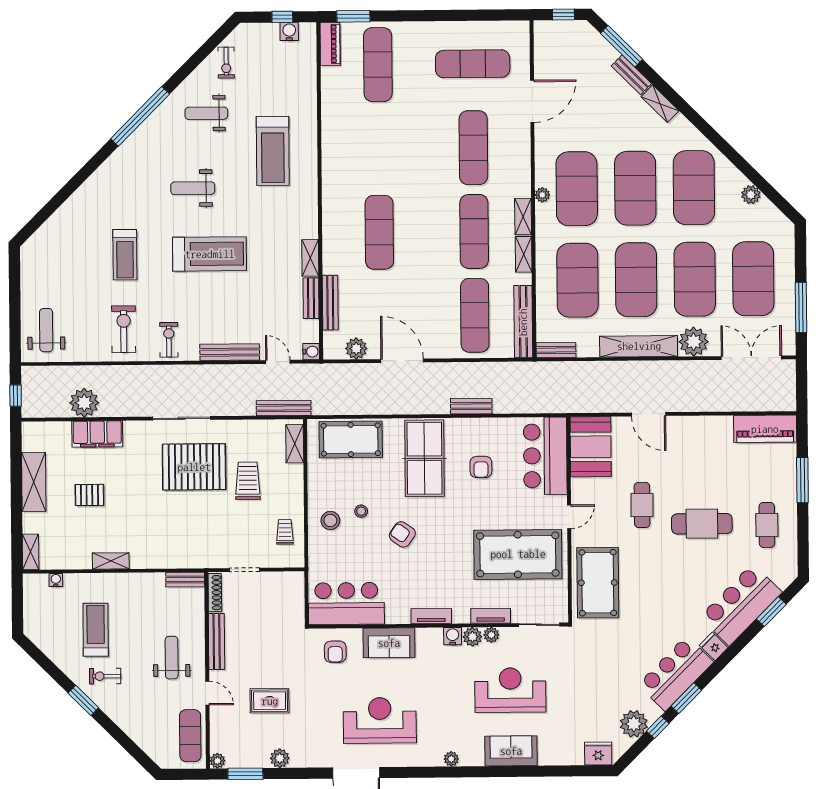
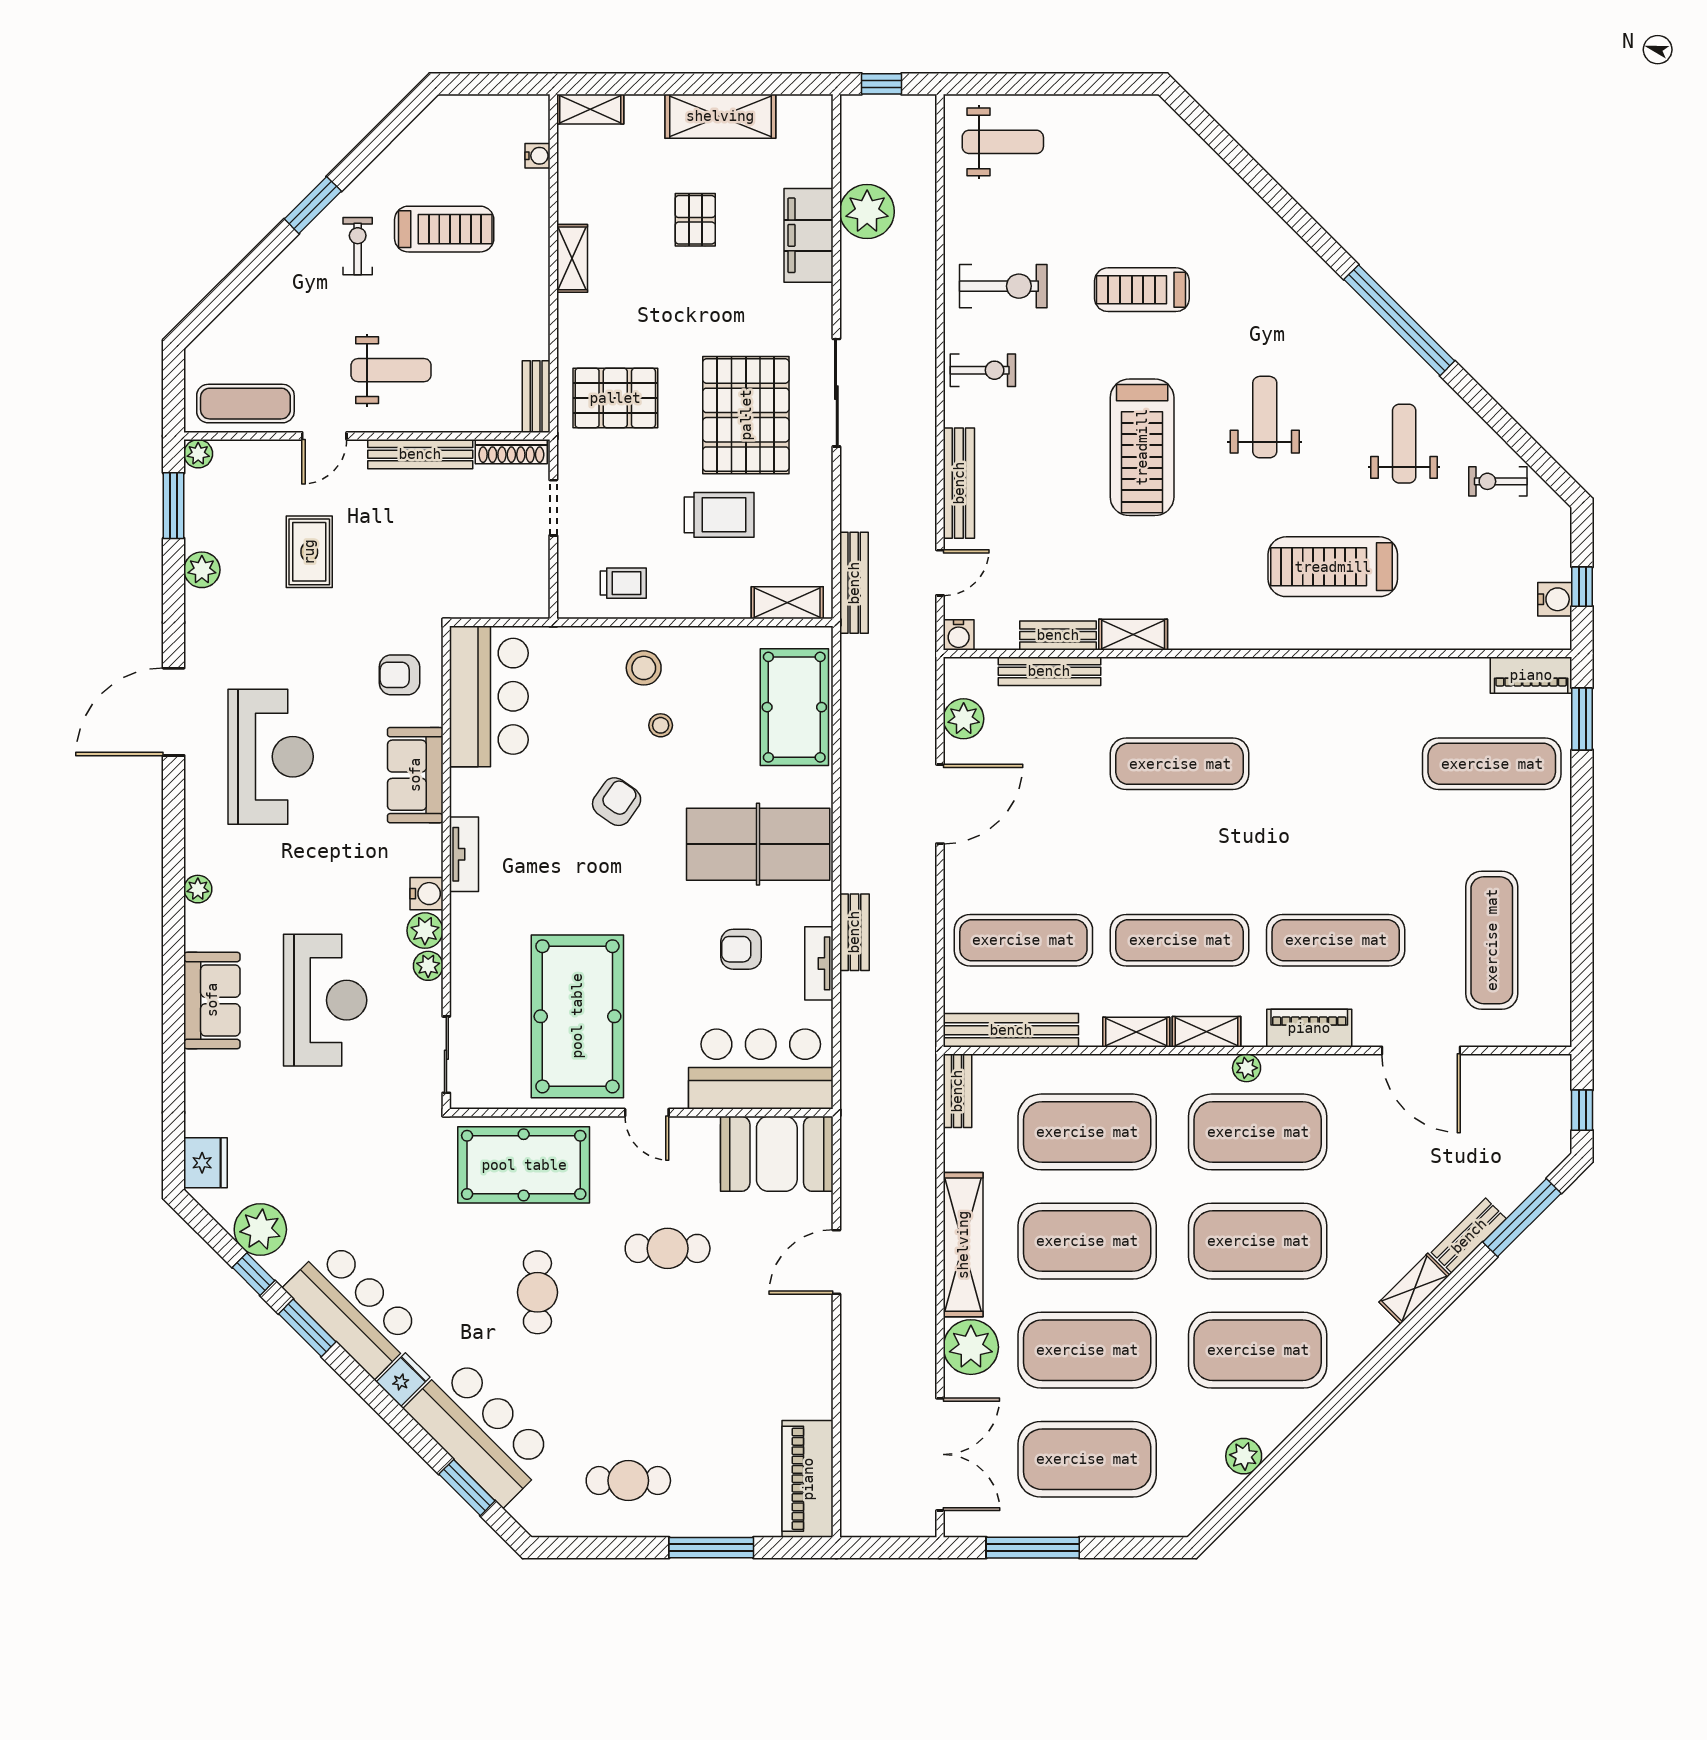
piano: (521, 161) -> (1309, 1028), added
cafe table: (702, 524) -> (537, 1292), moved, width x0.73, depth x0.74
pallet: (186, 537) -> (615, 398), added
tv unit: (491, 616) -> (819, 963), moved, turned 180

